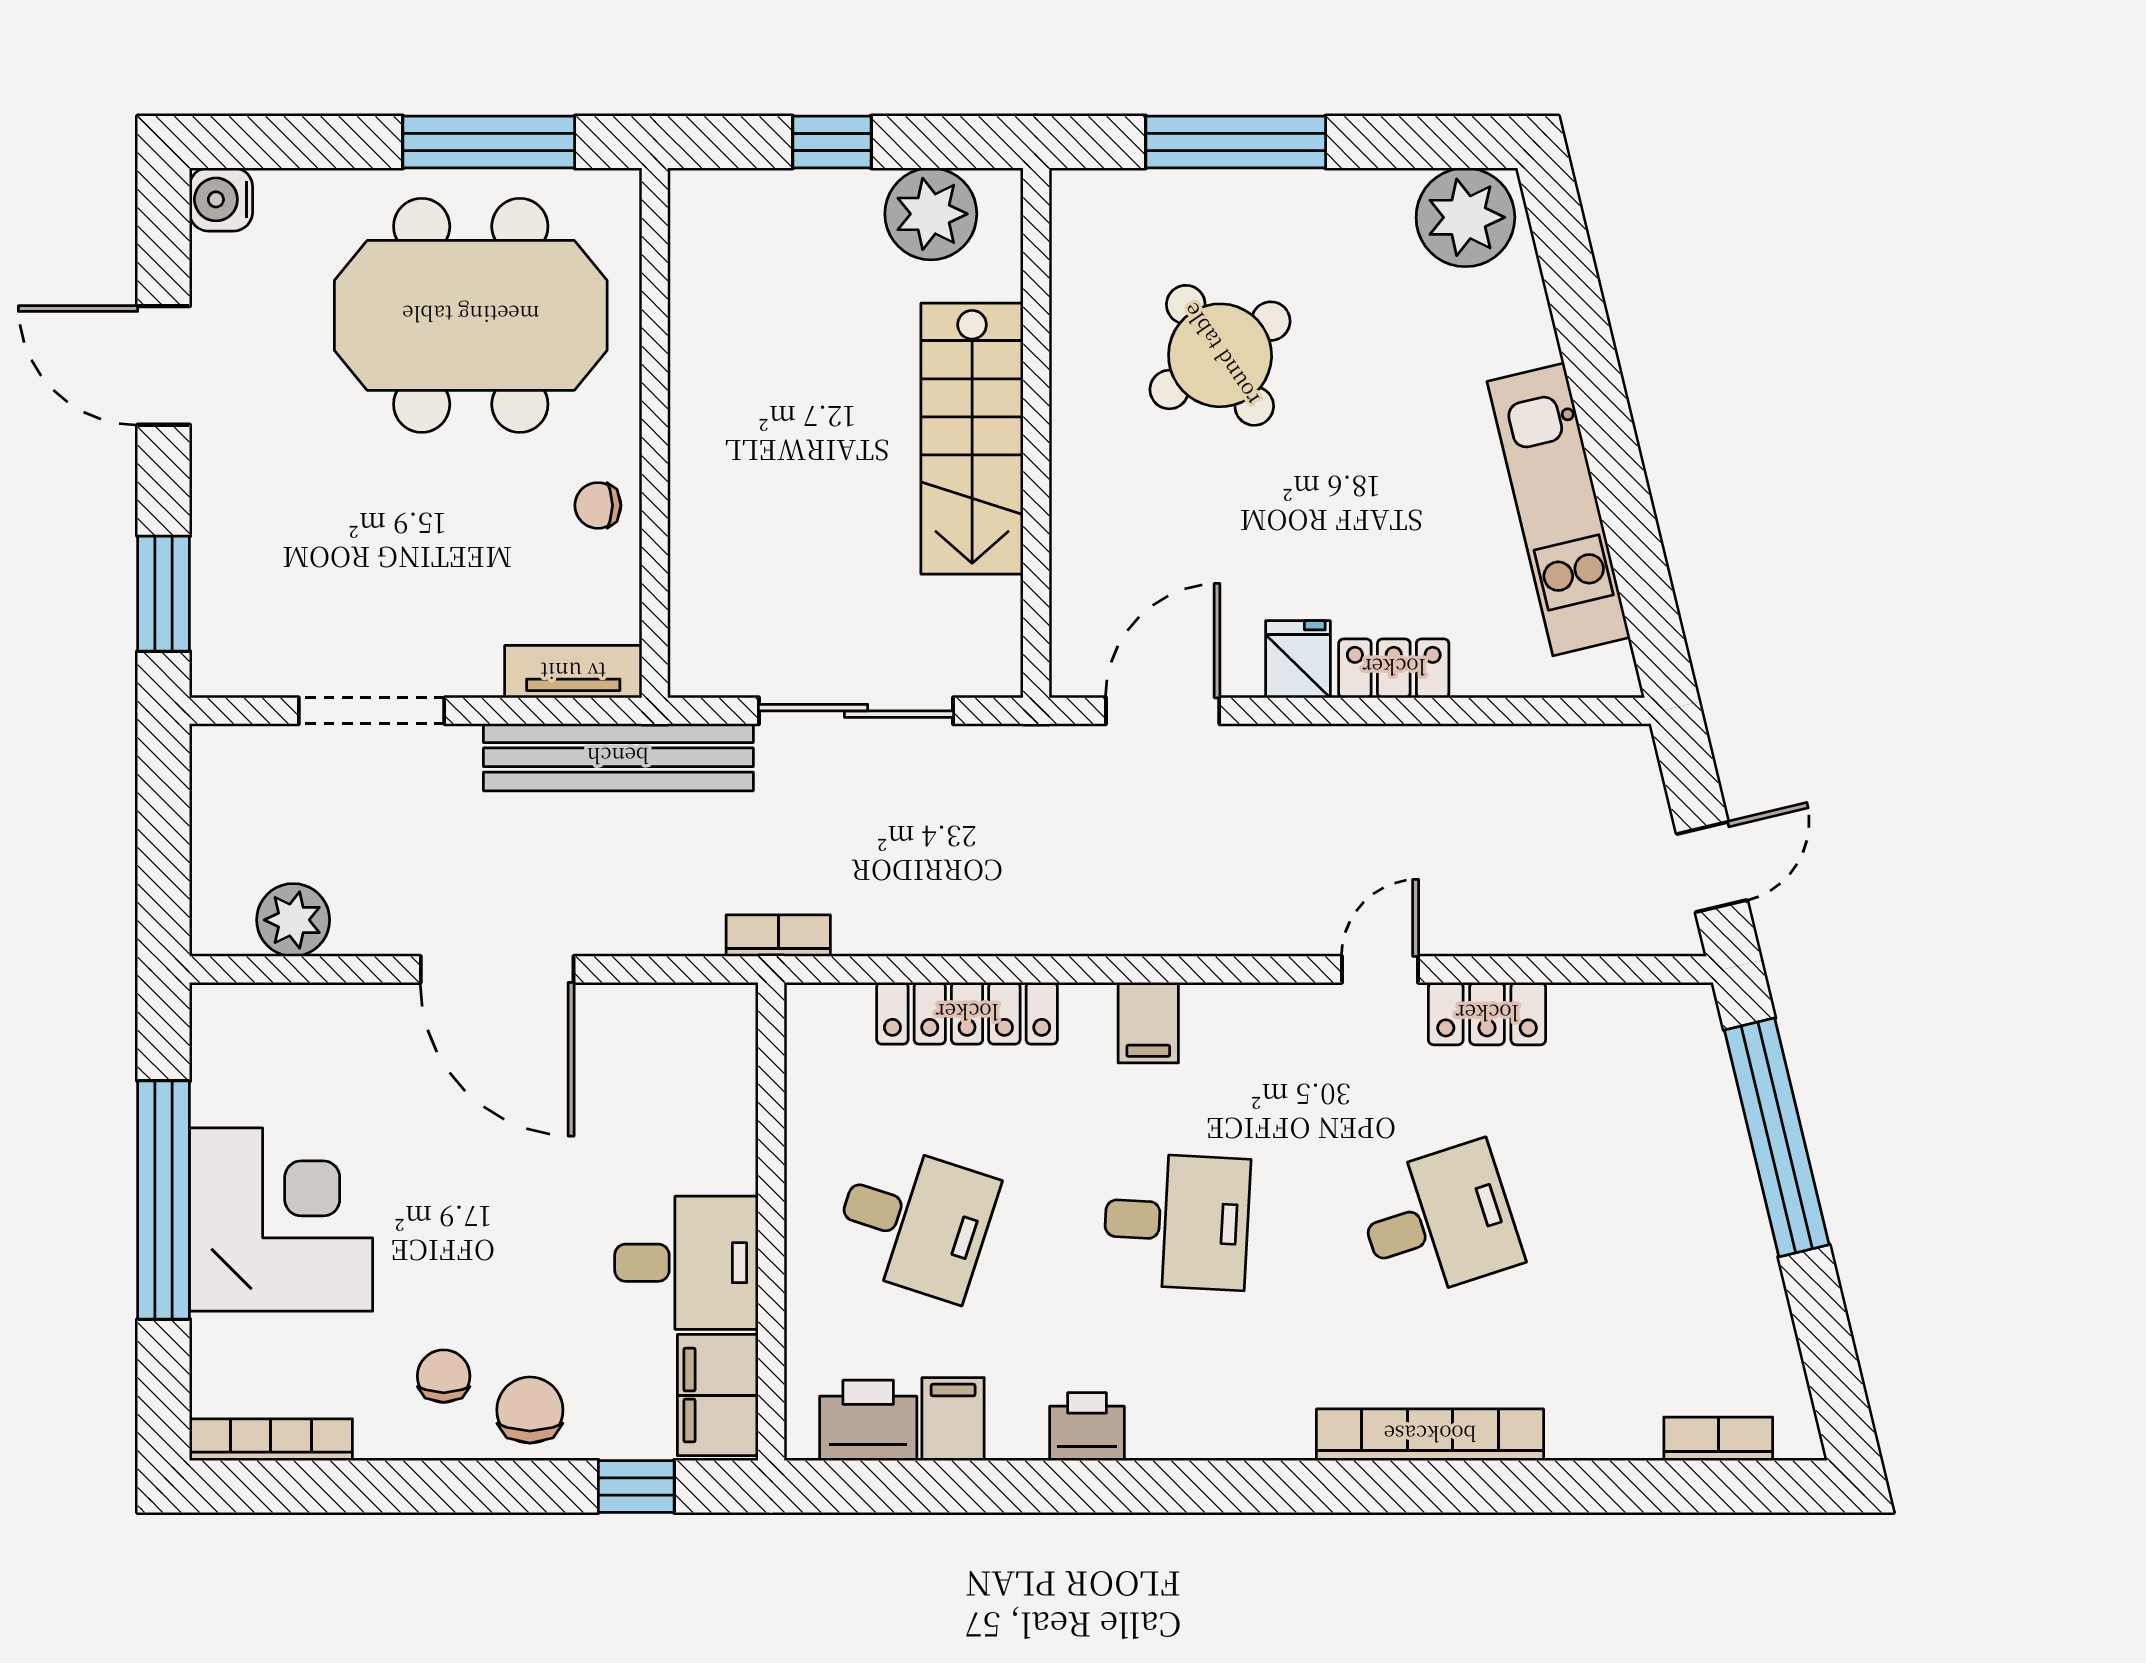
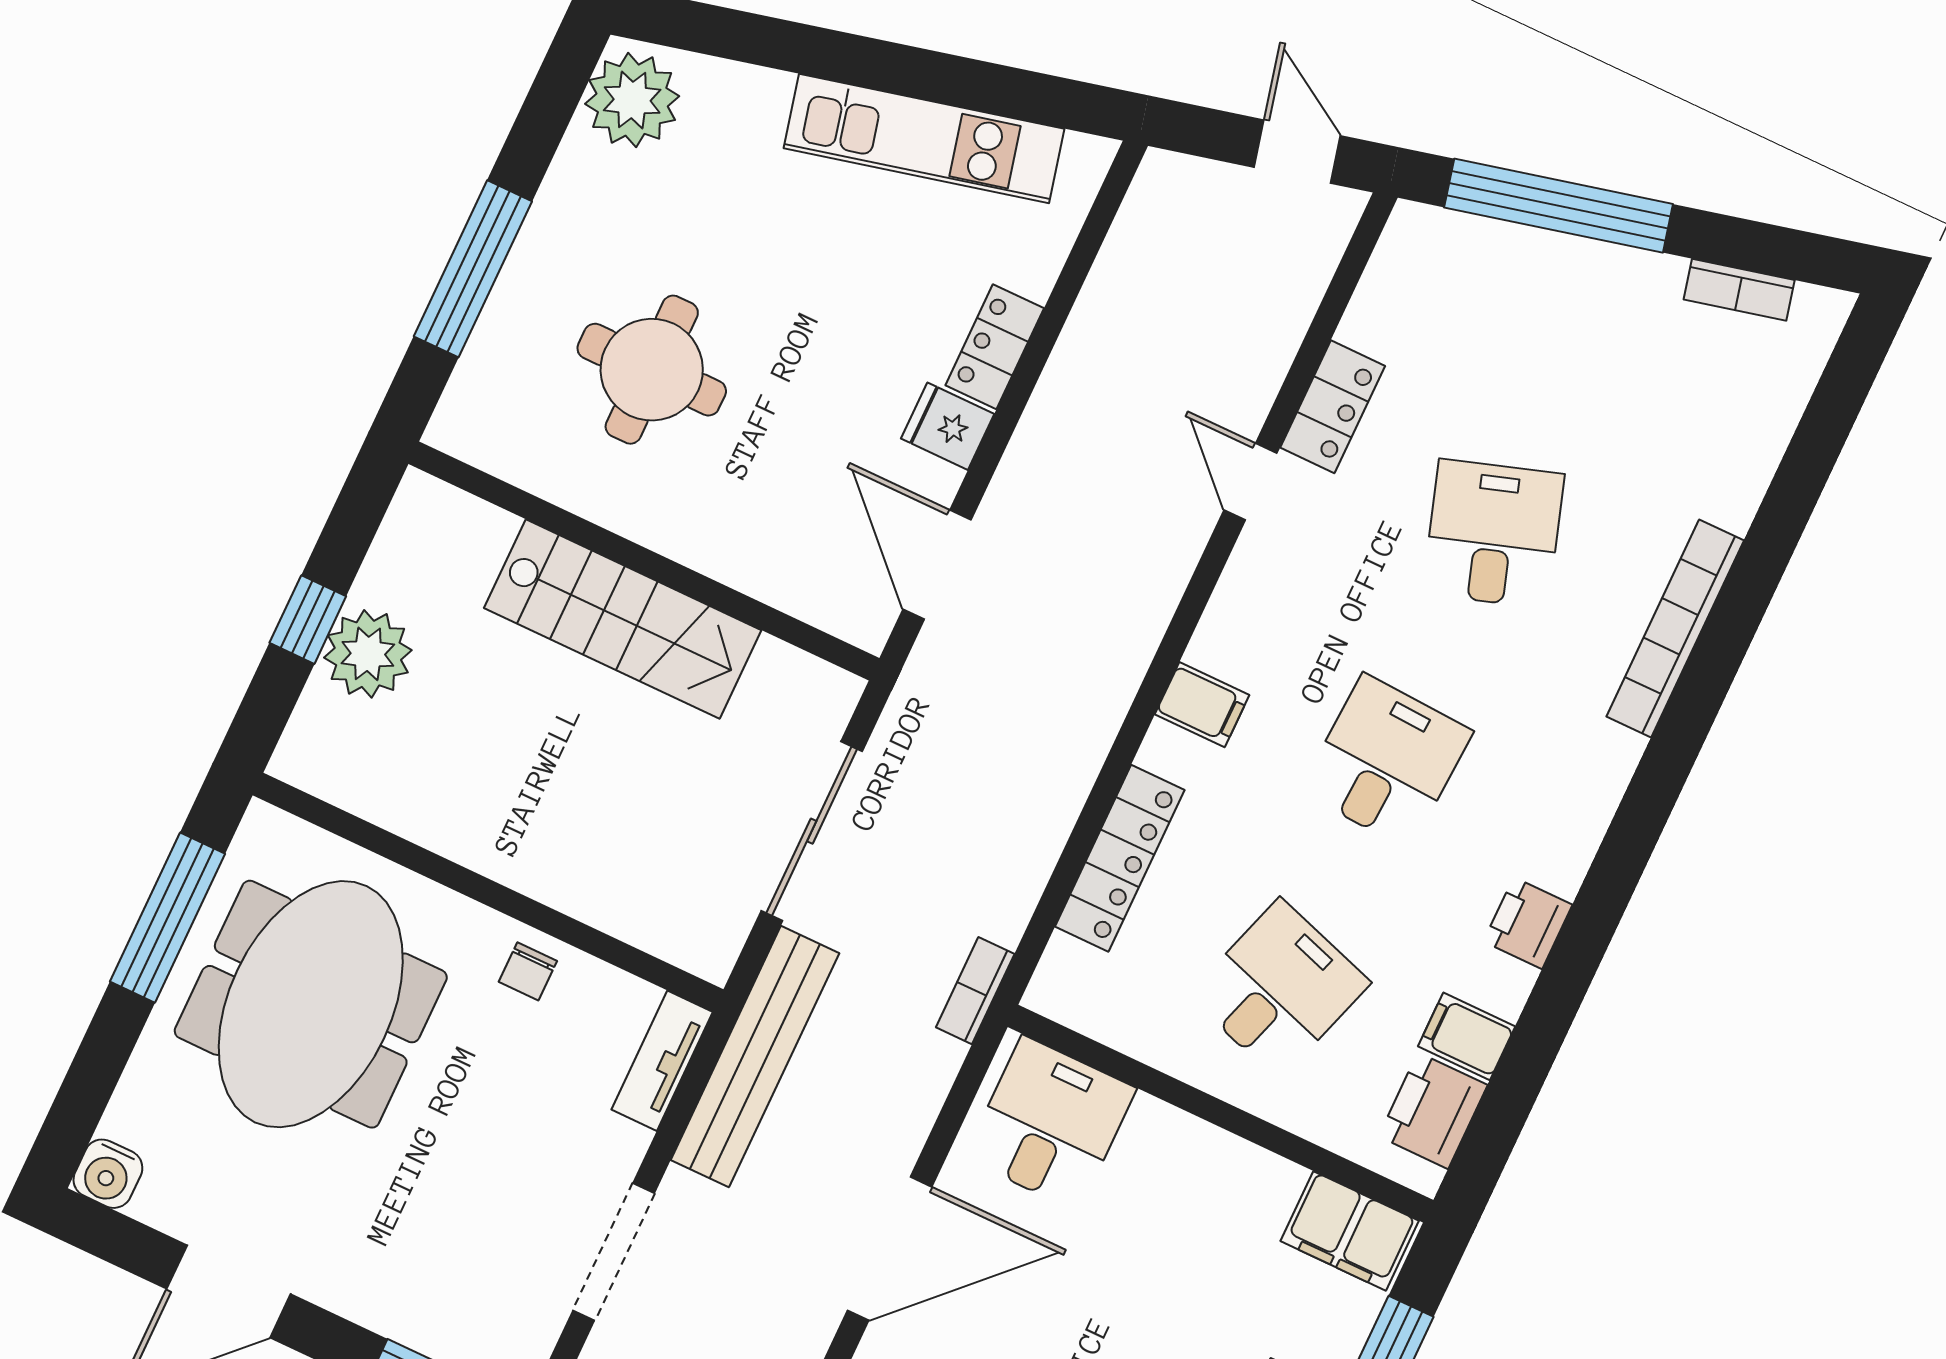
plant: (931, 214) -> (368, 654), moved
round table: (1220, 355) -> (652, 370), turned 34
desk: (686, 1263) -> (1050, 1123), moved
bookcase: (1718, 1439) -> (1739, 290), moved, turned -103

